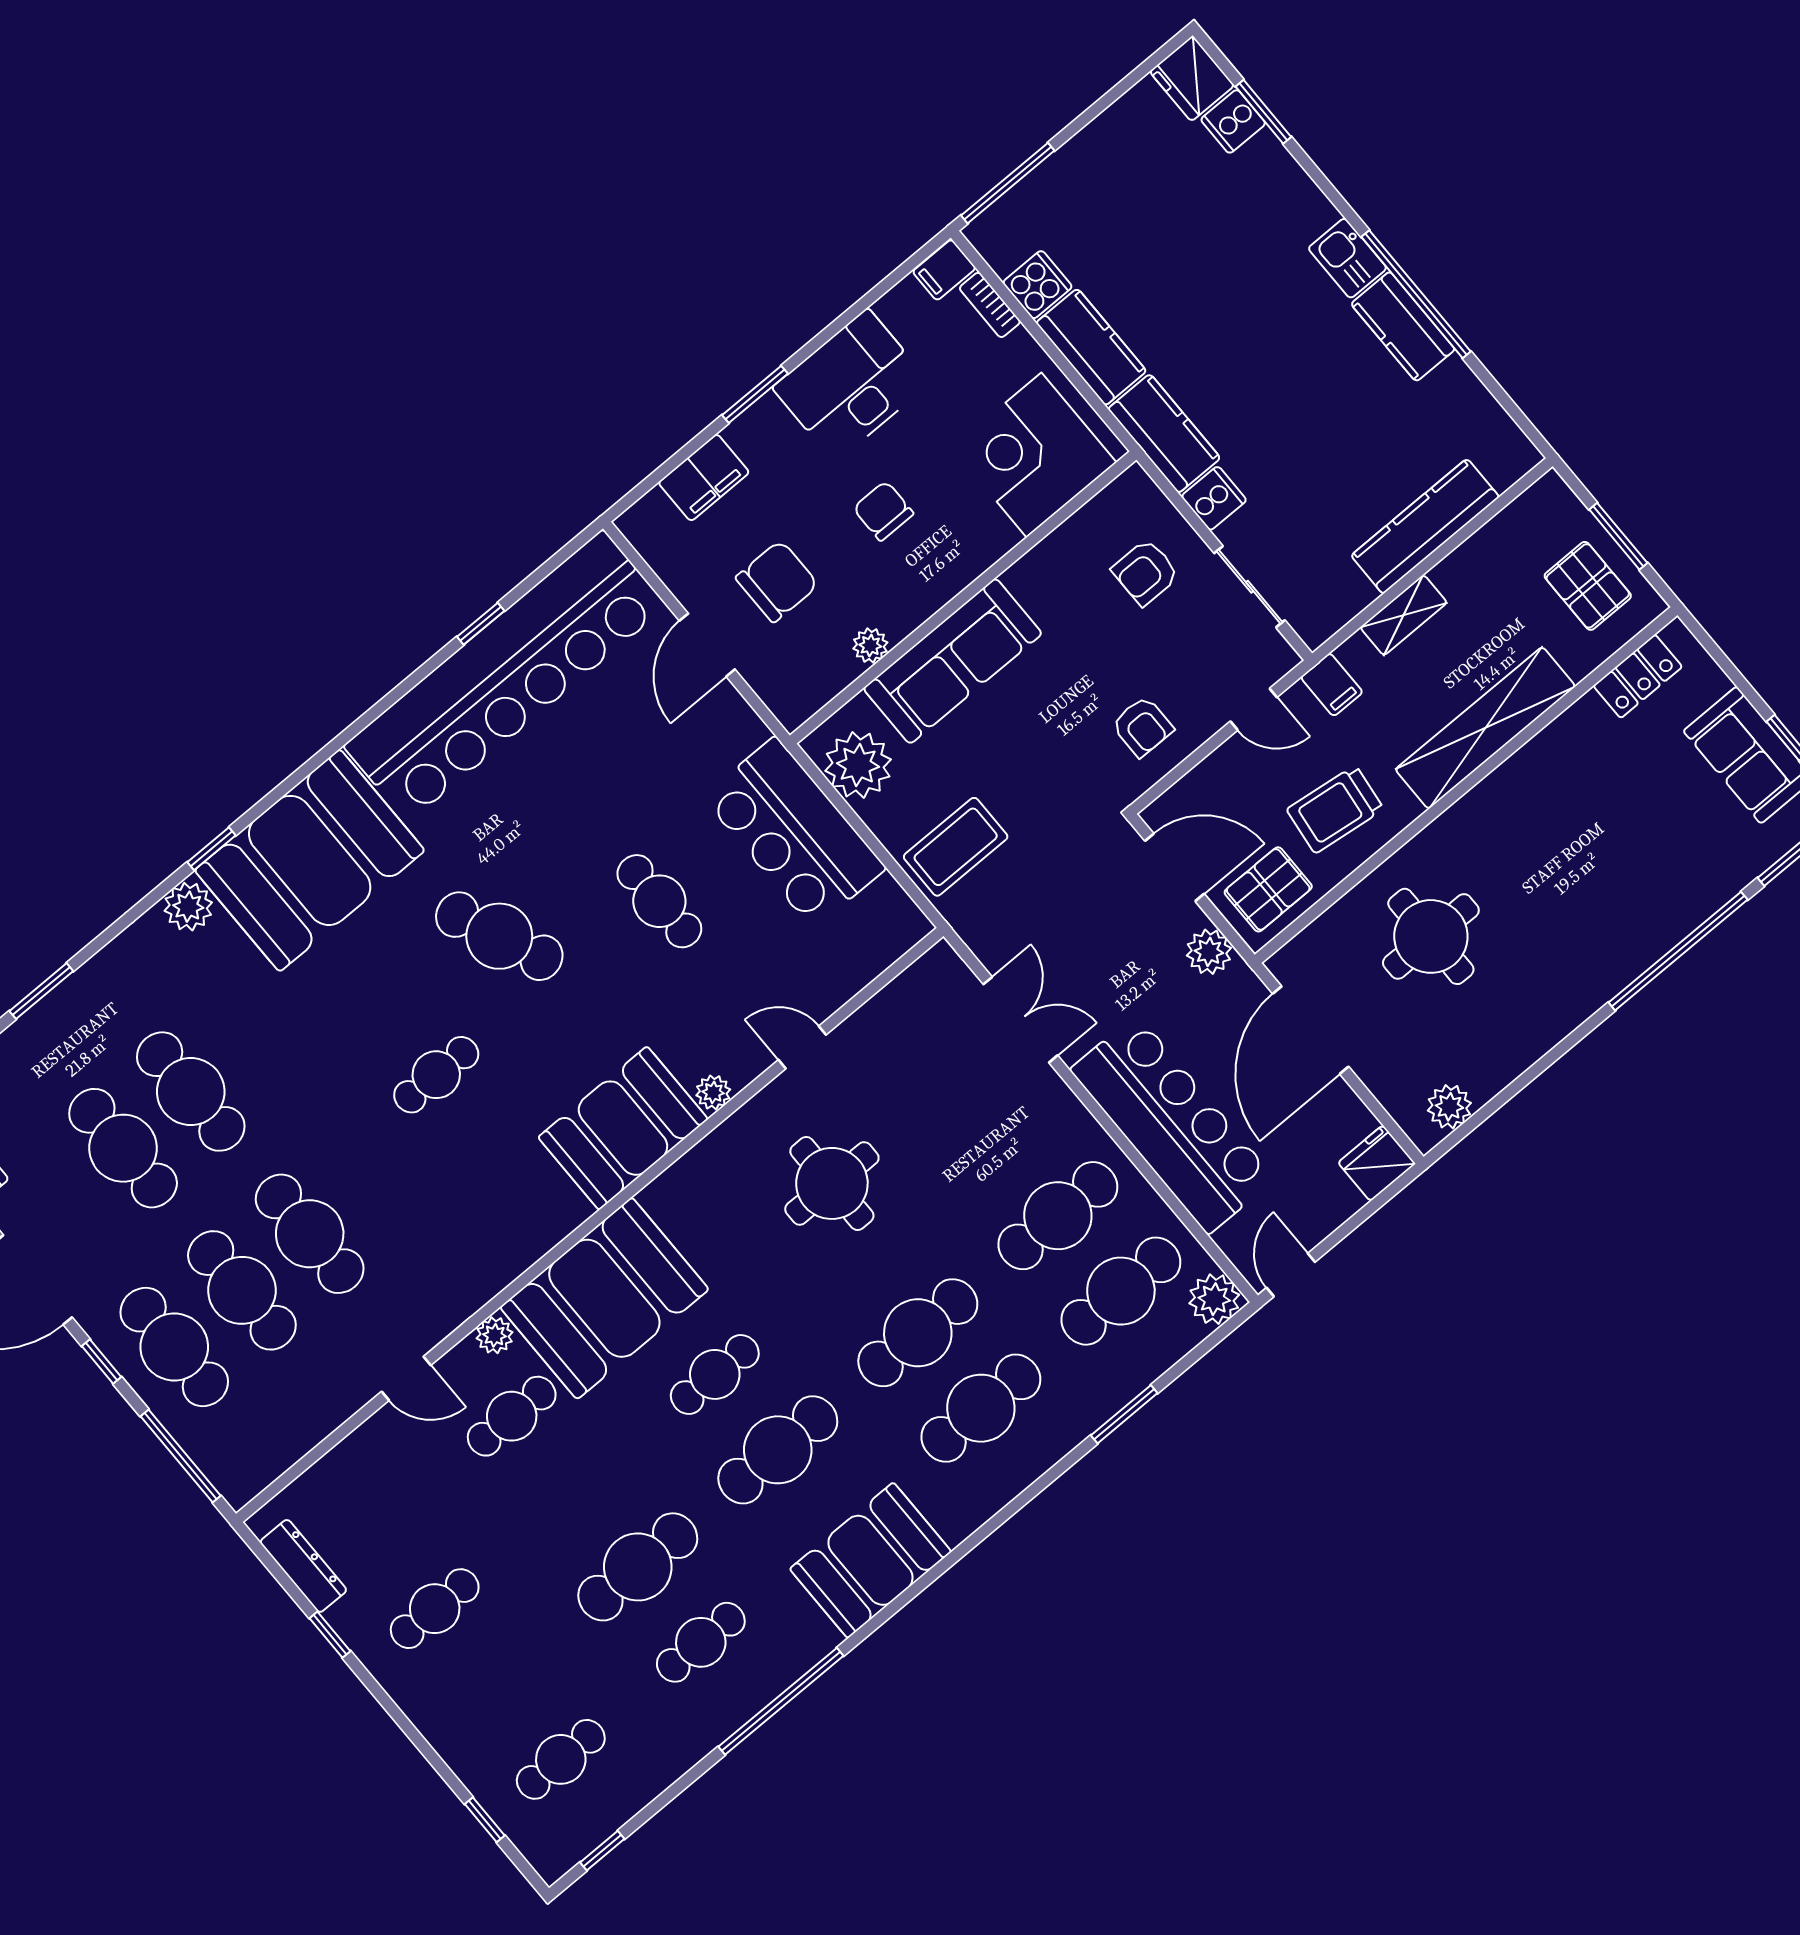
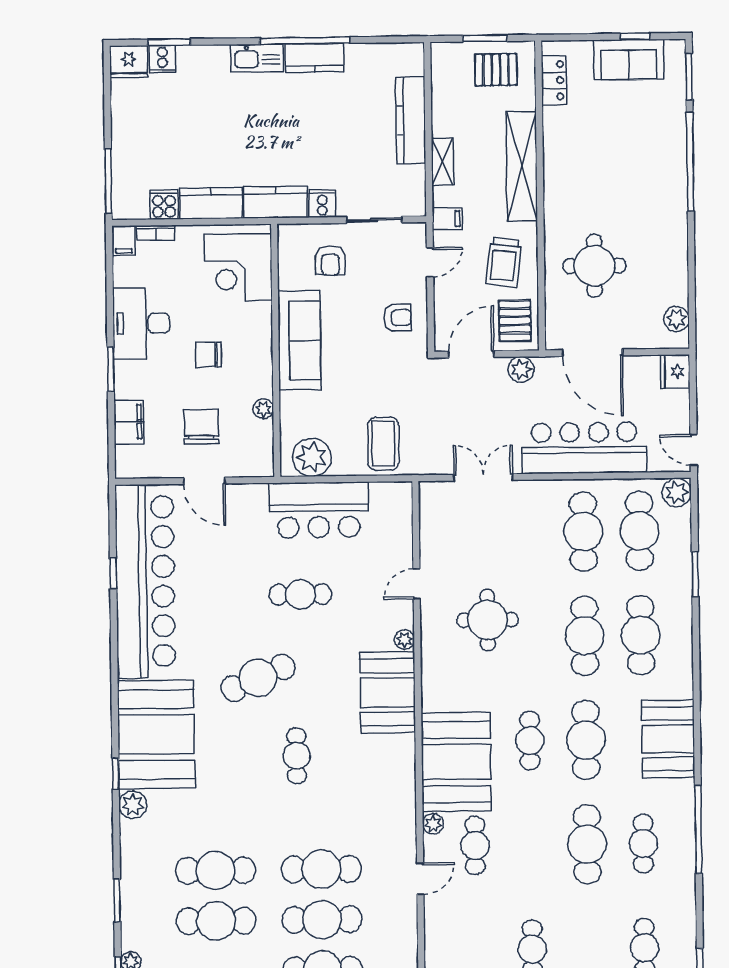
kitchen sink: (1347, 258) -> (257, 58), width x1.38
sofa: (953, 661) -> (299, 340), moved

